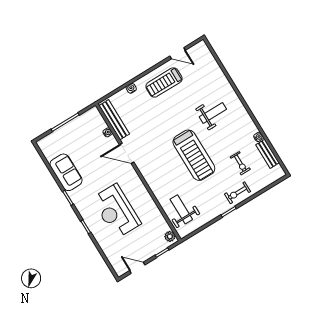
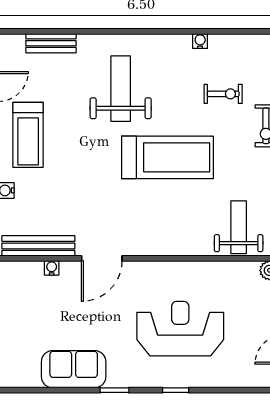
weight bench: (213, 113) -> (121, 89), width x1.36, depth x1.33
bench: (268, 154) -> (51, 43), moved
weight bench: (181, 209) -> (239, 227), turned 90
reception desk: (116, 211) -> (180, 329), turned 180

